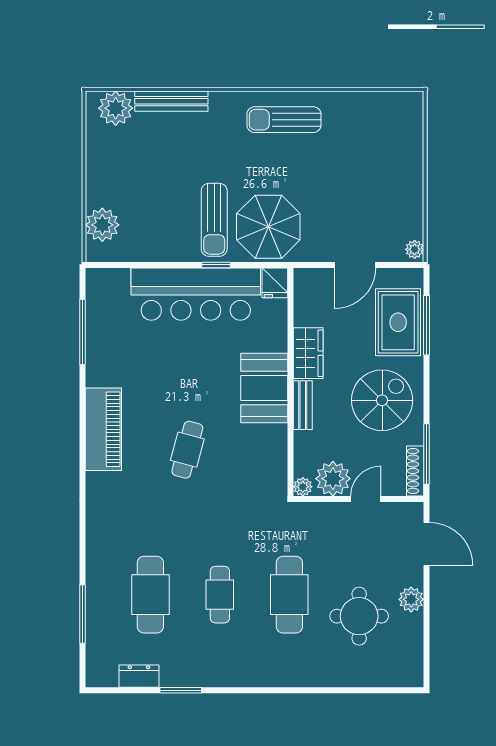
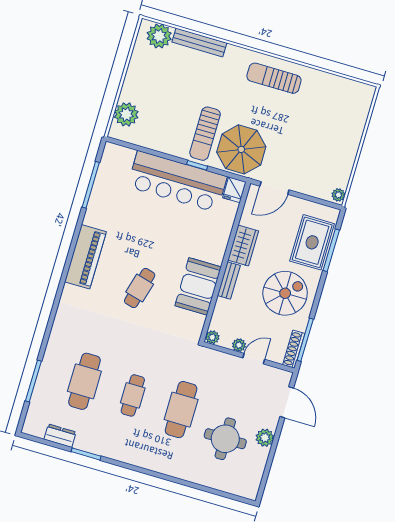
door: (355, 265) -> (274, 188), moved
booth: (264, 388) -> (198, 286), moved
plant: (333, 479) -> (239, 345), width x0.53, depth x0.53

